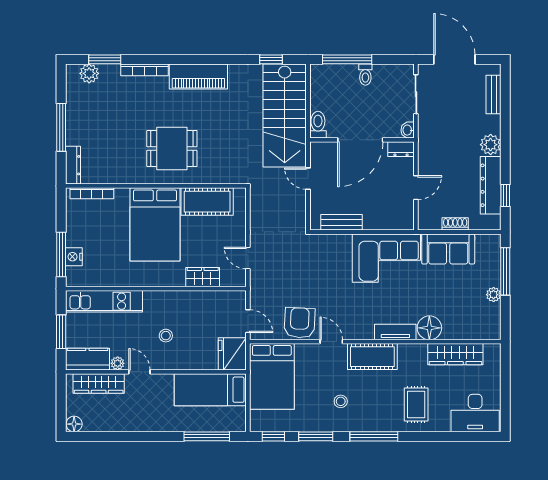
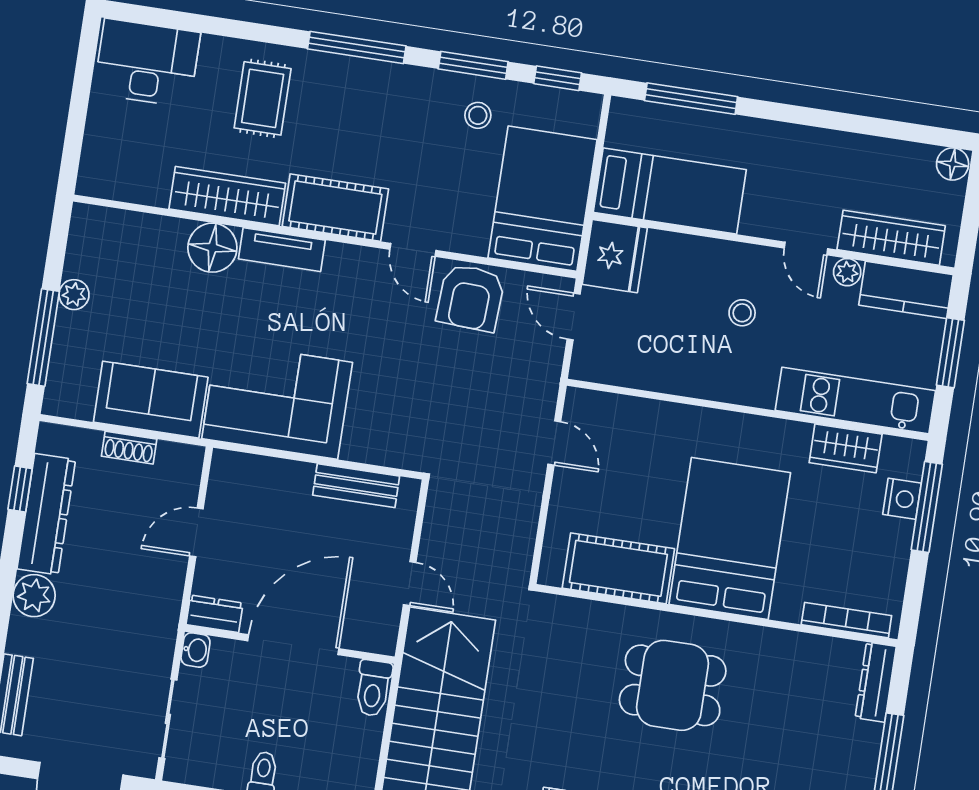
wardrobe: (203, 277) -> (846, 448), moved
wardrobe: (455, 354) -> (227, 196), moved
stool: (341, 401) -> (478, 115), moved

